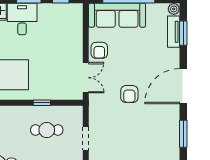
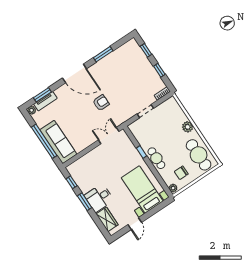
armchair: (99, 50) -> (87, 139), removed
cafe table: (47, 130) -> (156, 158), moved

